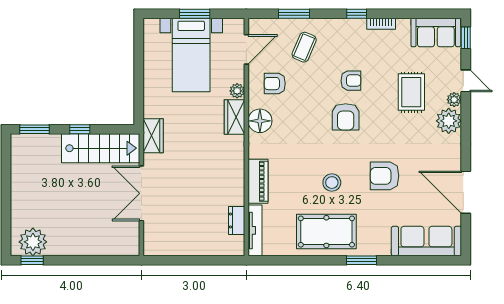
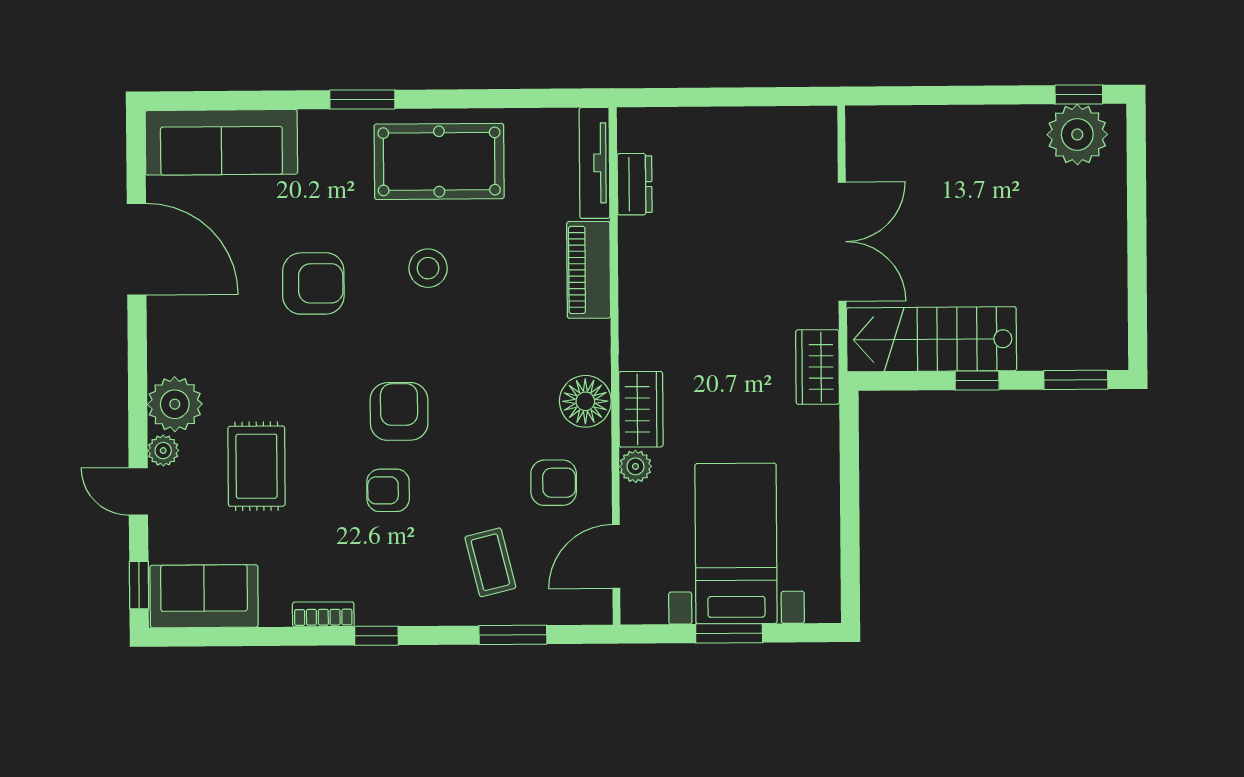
coffee table: (304, 47) -> (490, 562), turned -37

